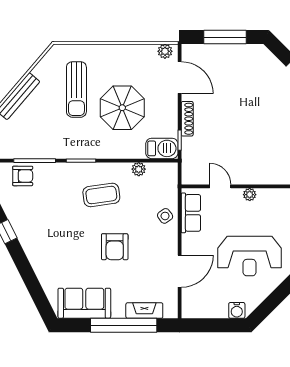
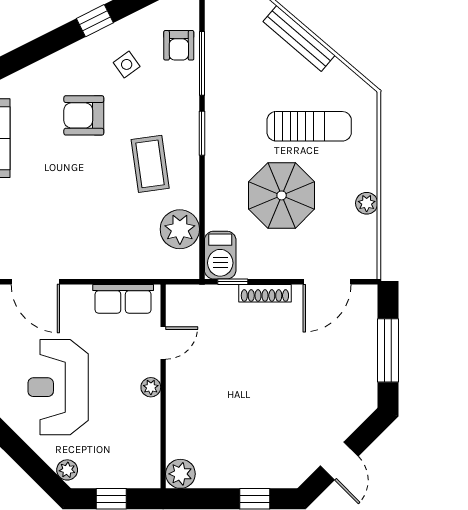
plant: (165, 51) -> (367, 203), moved
sun lounger: (76, 89) -> (309, 126), turned 180
plant: (139, 169) -> (180, 229), width x1.87, depth x1.87
side table: (165, 216) -> (127, 64), moved
armchair: (115, 247) -> (84, 115), moved

